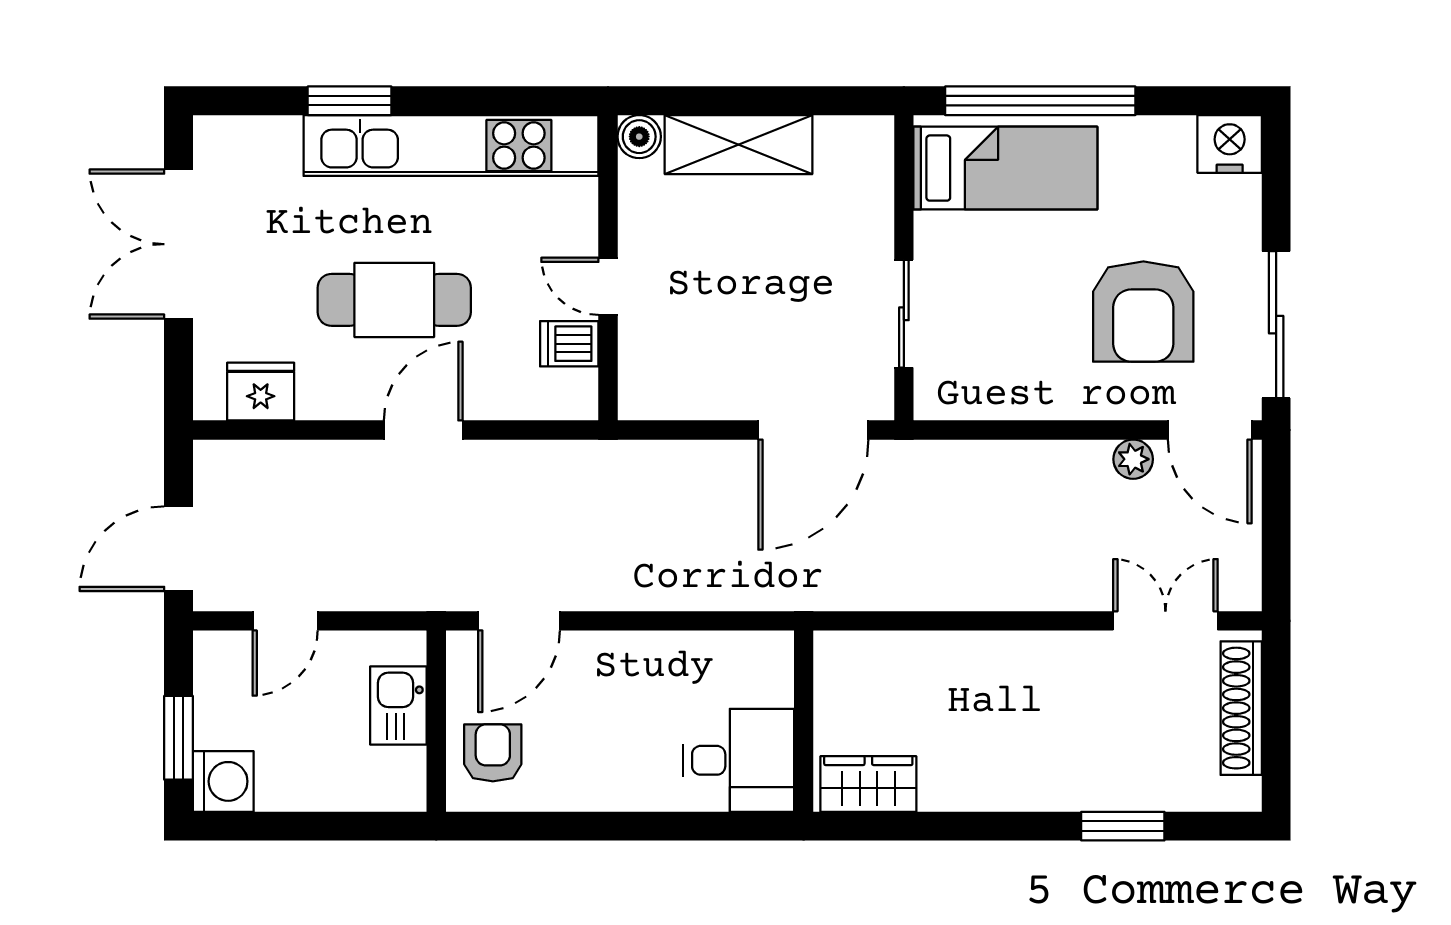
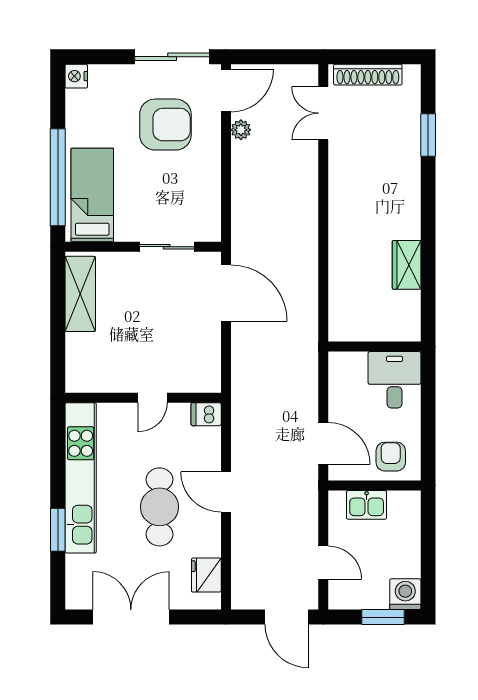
boiler: (639, 137) -> (76, 382), removed
nightstand: (1230, 144) -> (76, 76), width x0.74, depth x0.75
shelving: (738, 145) -> (80, 294), moved
double door: (179, 244) -> (131, 617), swing flipped
dishwasher: (569, 344) -> (206, 414), moved, turned 90
wall: (804, 721) -> (374, 347), moved
armchair: (493, 753) -> (391, 457), turned 90
desk: (739, 760) -> (394, 380), moved

